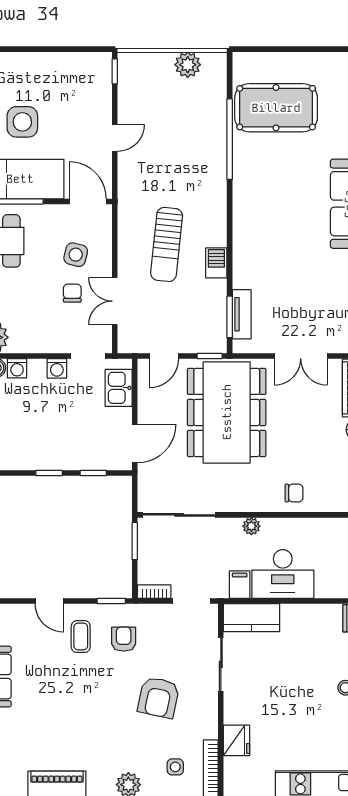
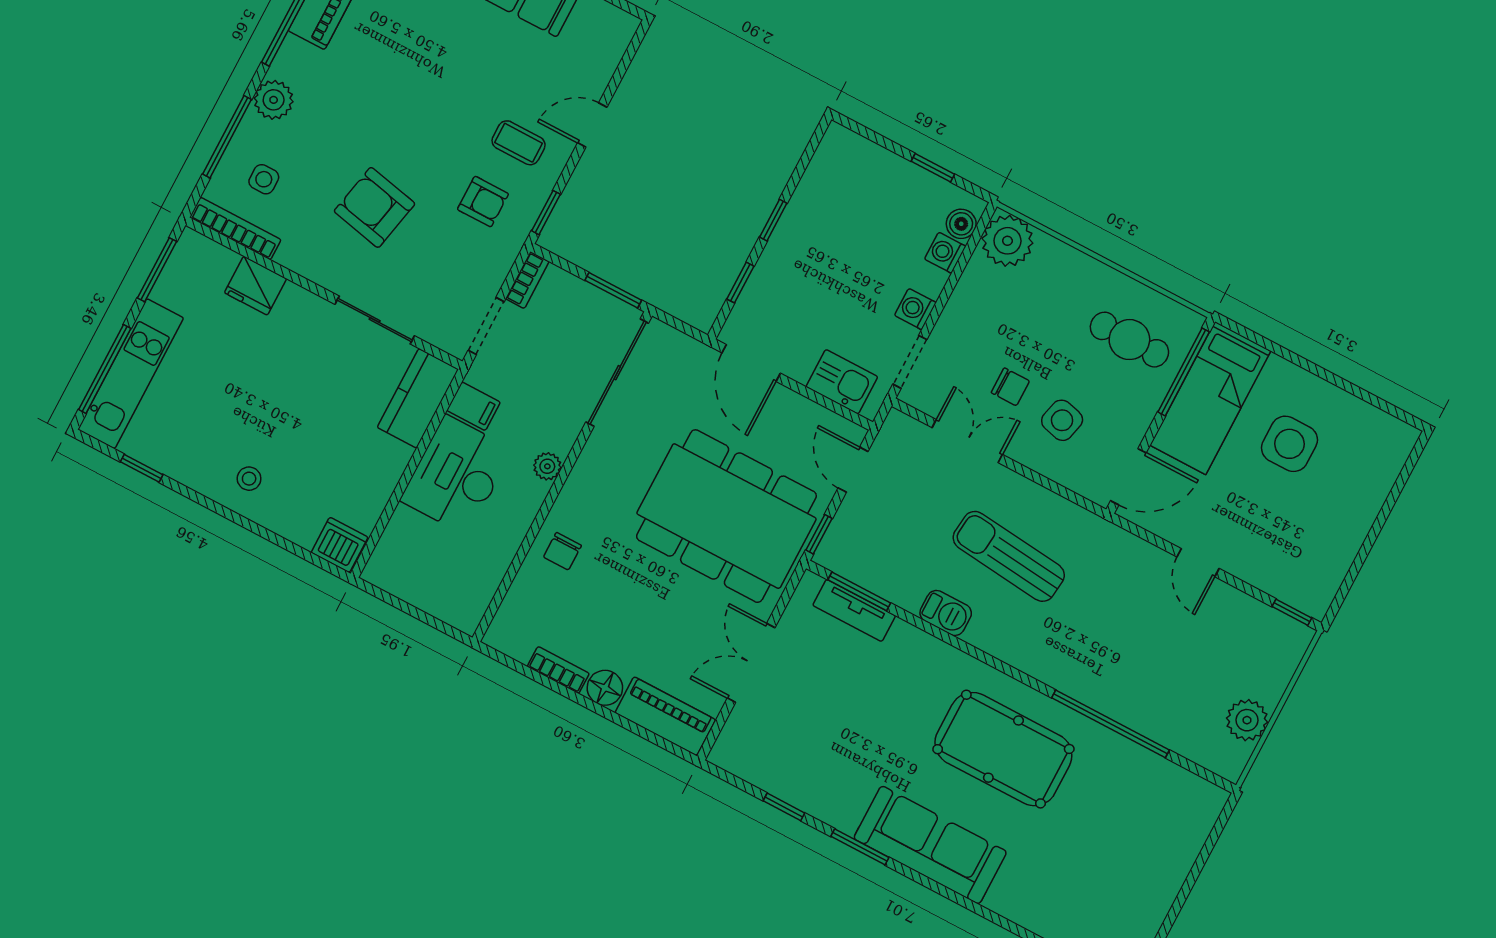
pool table: (276, 108) -> (1003, 749), moved, turned 90

